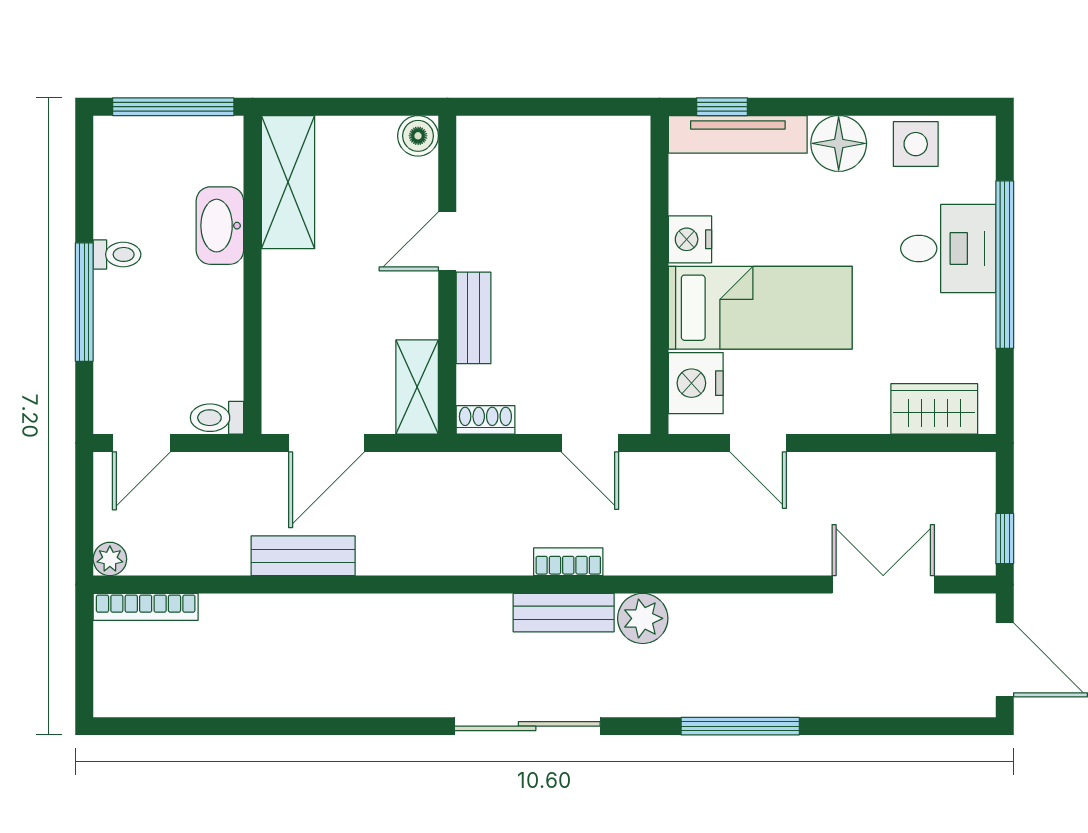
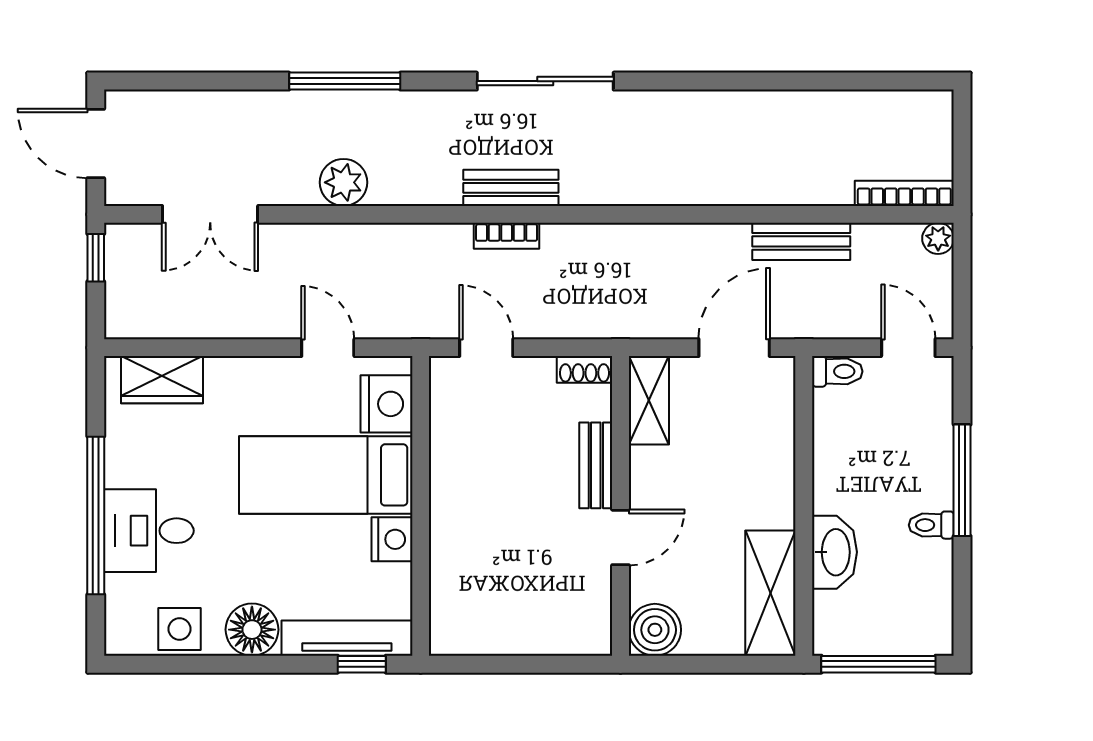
boiler: (418, 136) -> (655, 630), width x1.36, depth x1.36
door: (141, 443) -> (908, 348), hinge flipped
bench: (303, 556) -> (801, 241), moved
plant: (643, 618) -> (343, 182), moved

